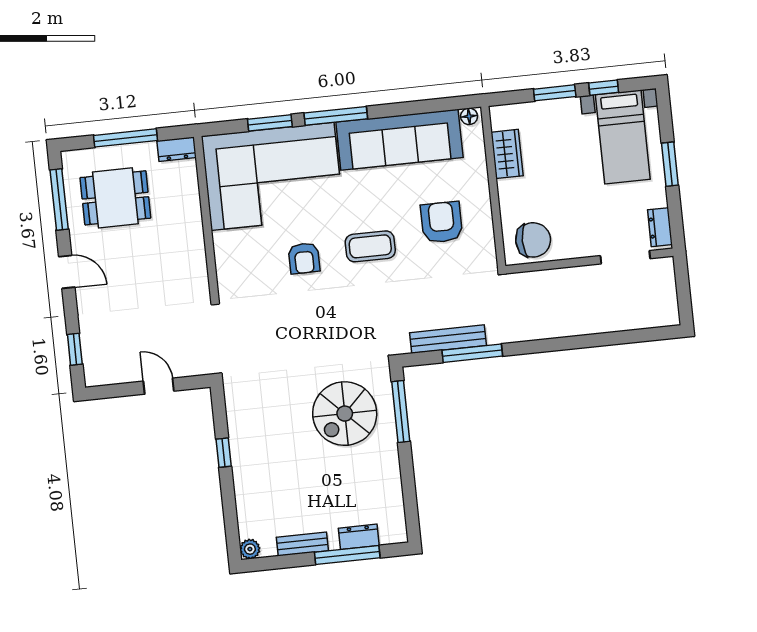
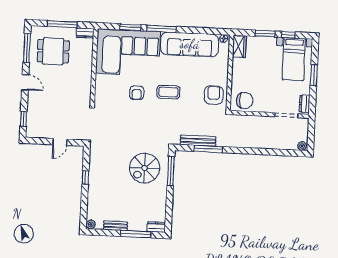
wardrobe: (507, 154) -> (239, 46), moved
armchair: (442, 222) -> (214, 95), moved
plant: (668, 317) -> (302, 146), added
door: (159, 386) -> (60, 142), swing flipped
dresser: (359, 537) -> (156, 227), moved

